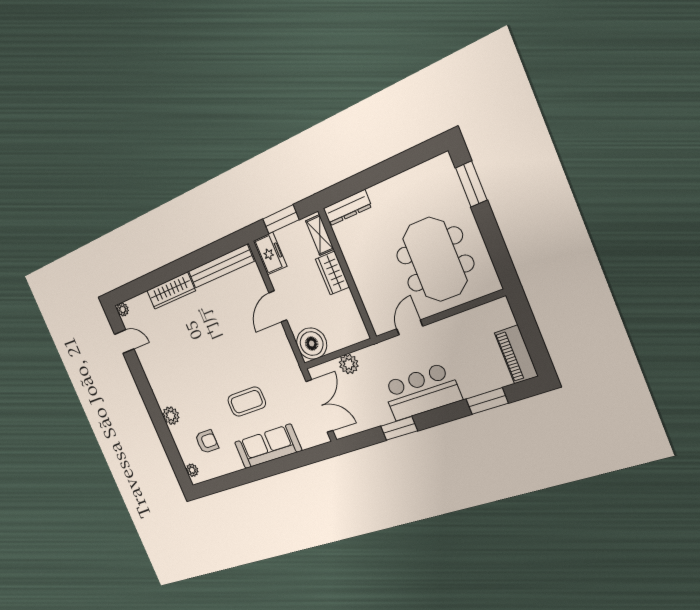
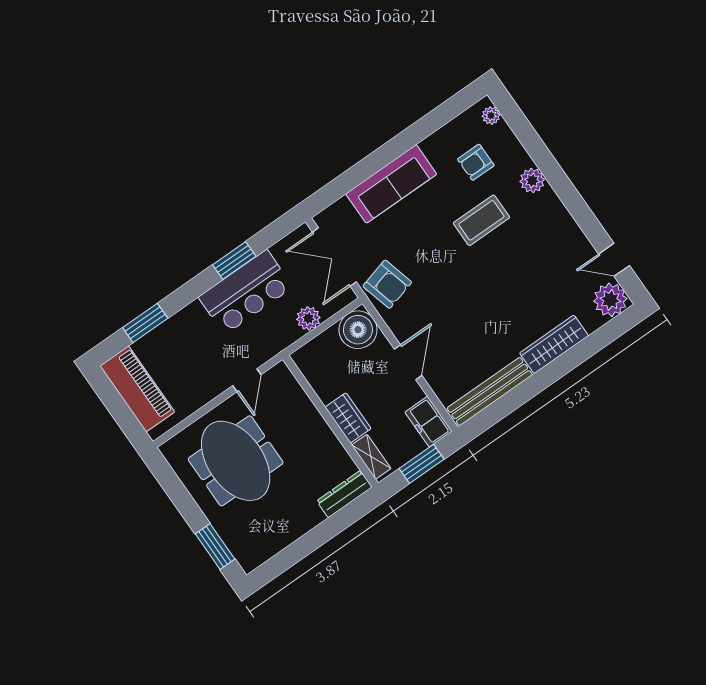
plant: (123, 309) -> (610, 300), width x1.87, depth x1.87
piano: (516, 354) -> (137, 389), width x1.37, depth x1.33
armchair: (283, 372) -> (387, 284), added
bar counter: (421, 392) -> (246, 292), moved
coffee table: (247, 402) -> (481, 220), moved

